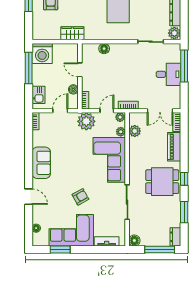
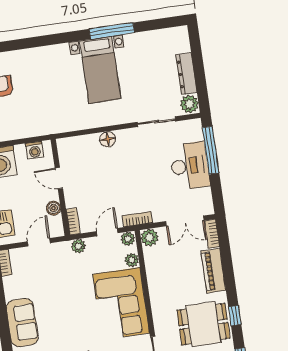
wardrobe: (72, 33) -> (40, 126), removed
washing machine: (66, 49) -> (35, 150), added
floor lamp: (104, 49) -> (108, 139), moved
desk: (168, 74) -> (190, 166), width x1.37
plant: (86, 121) -> (78, 246), width x0.53, depth x0.53
plant: (135, 131) -> (150, 237), moved

